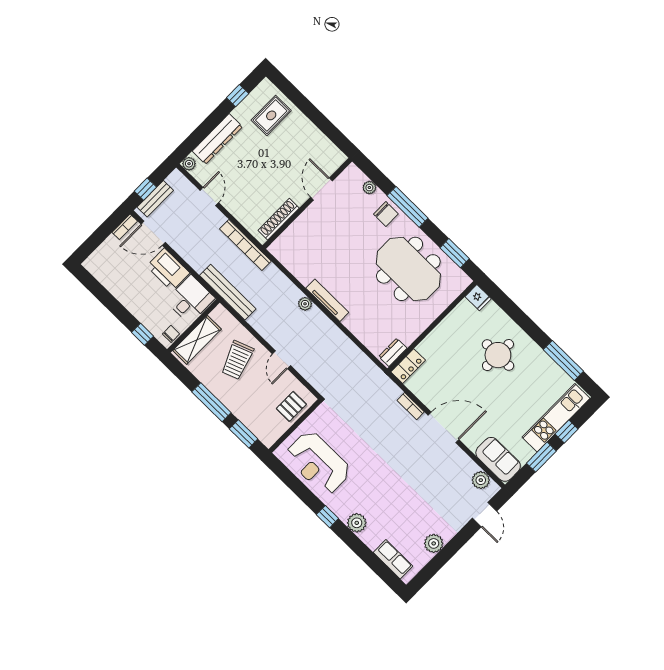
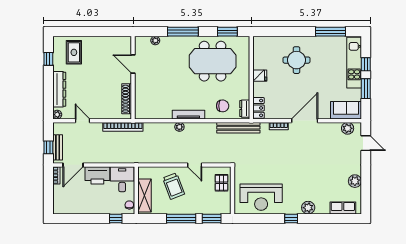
chair: (386, 214) -> (223, 106), moved
bench: (228, 292) -> (238, 128), moved
fridge: (478, 298) -> (260, 76), moved

